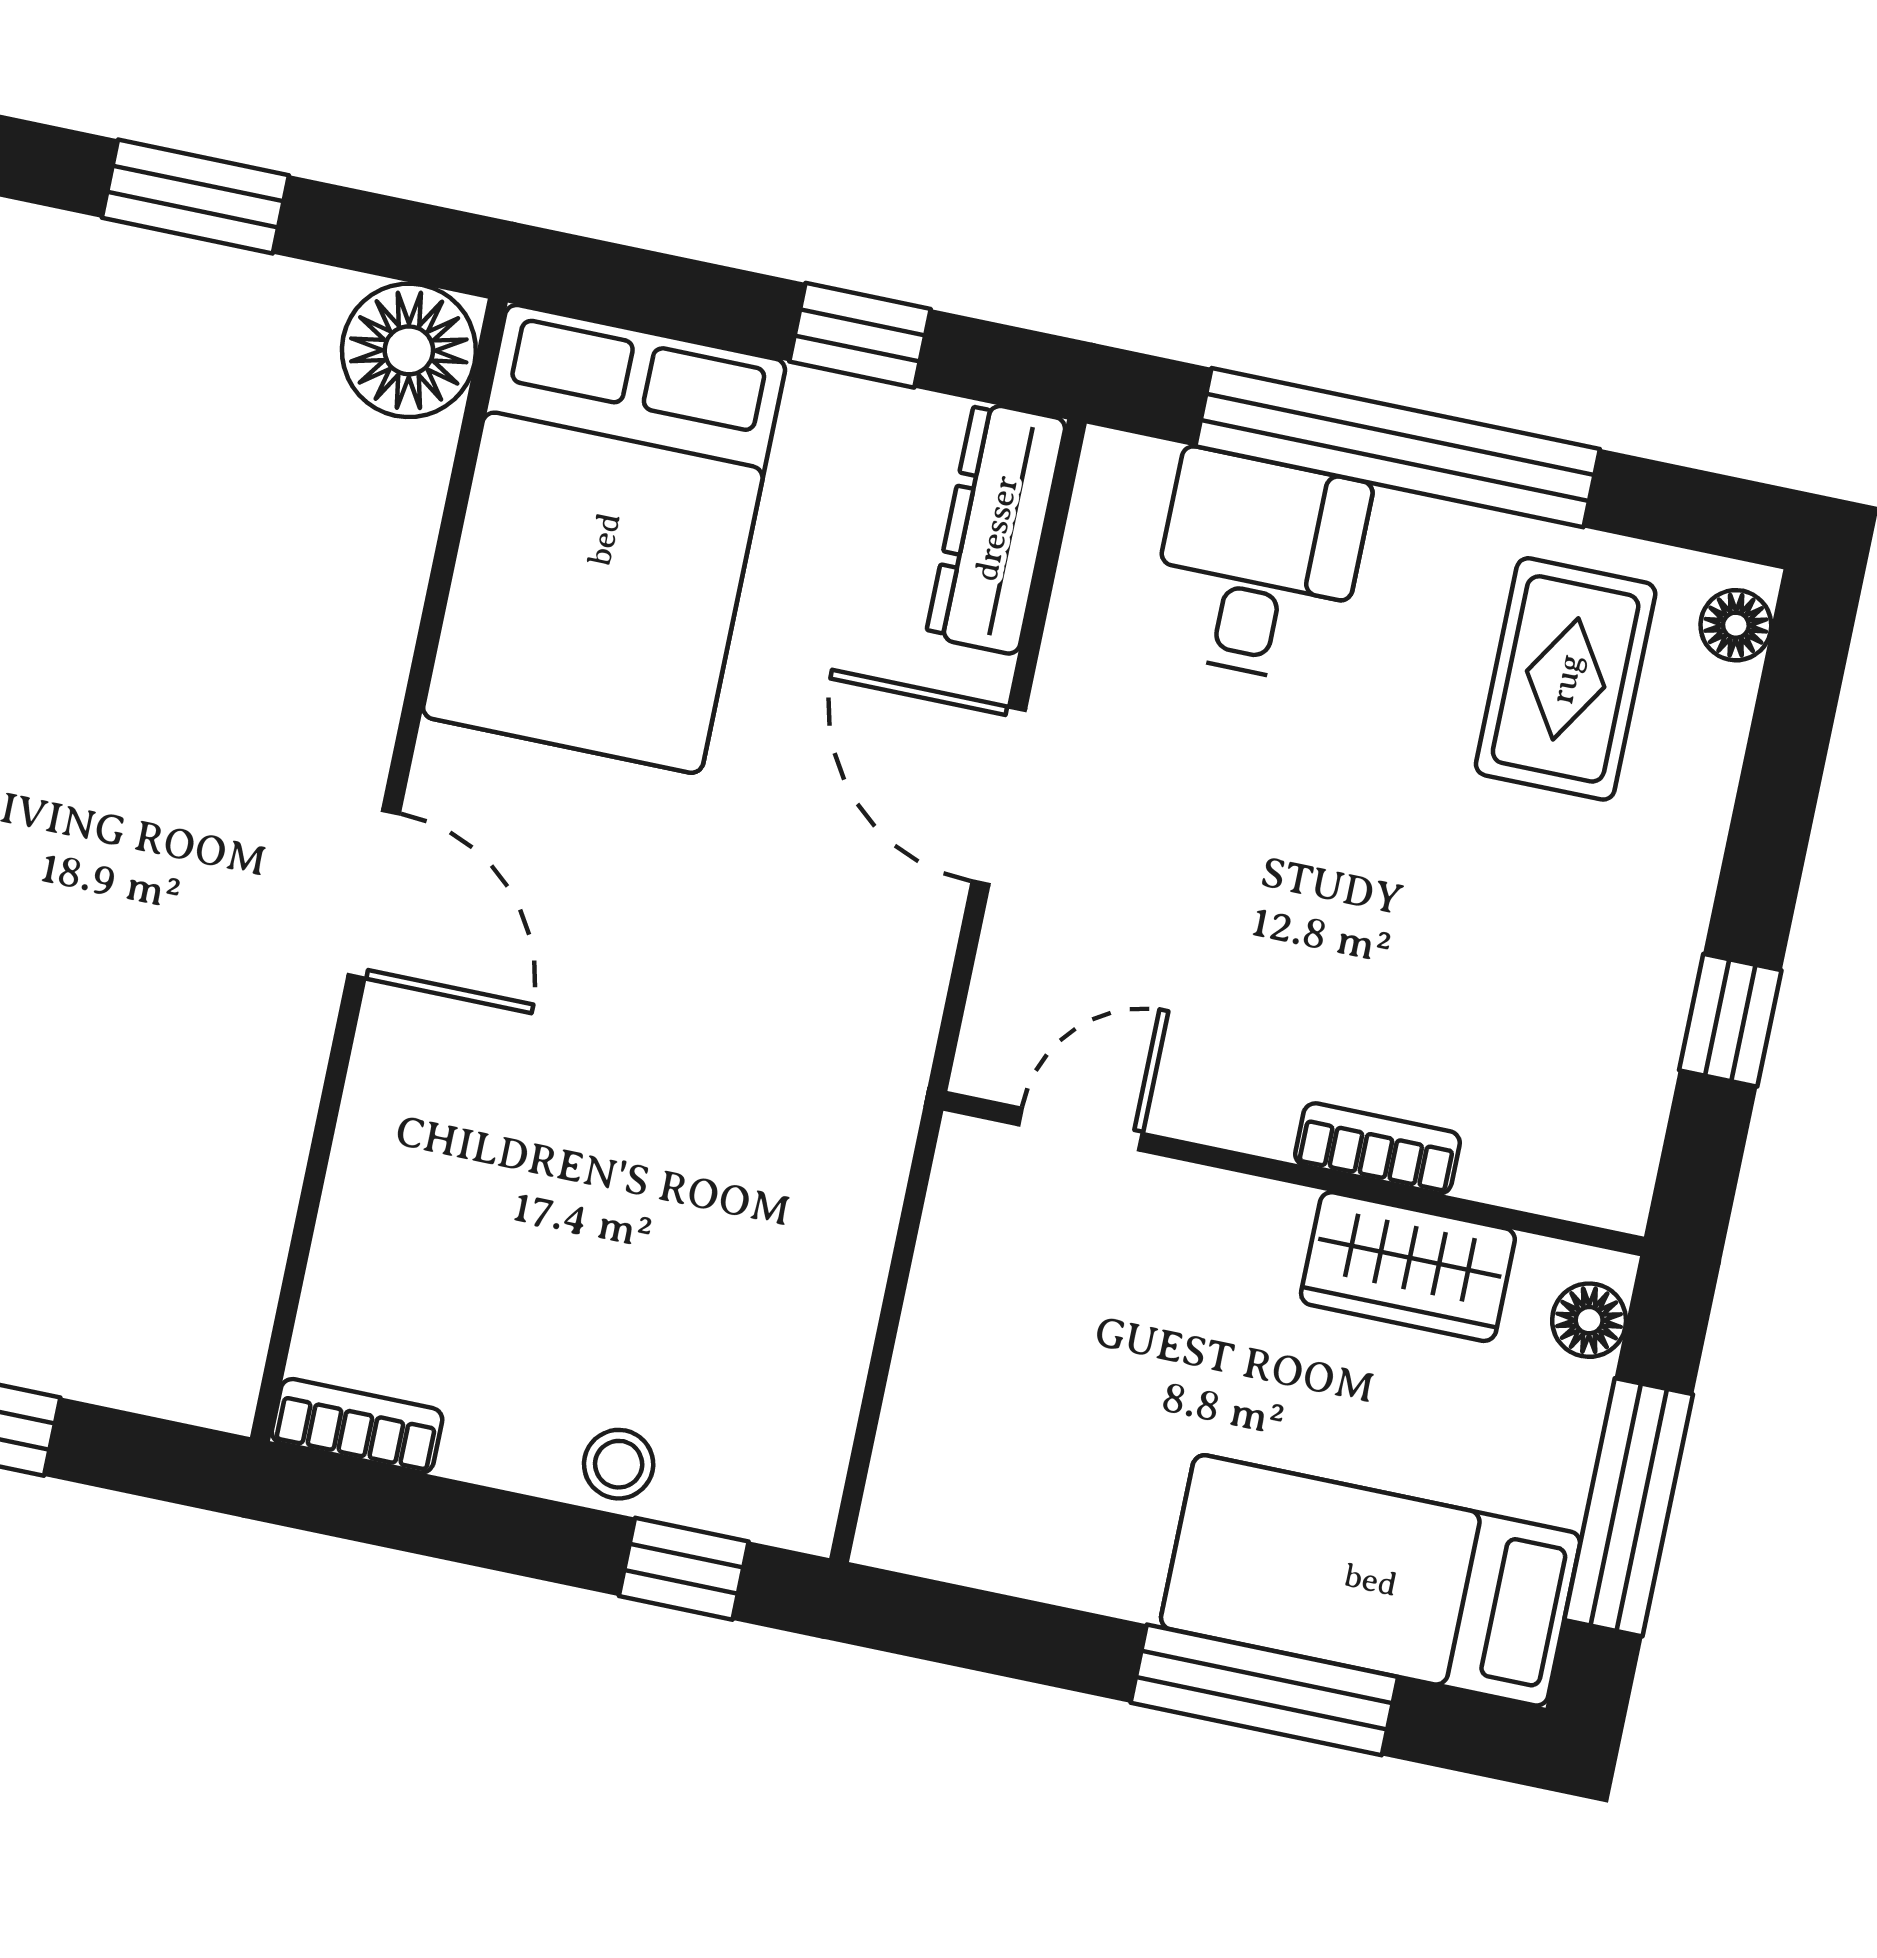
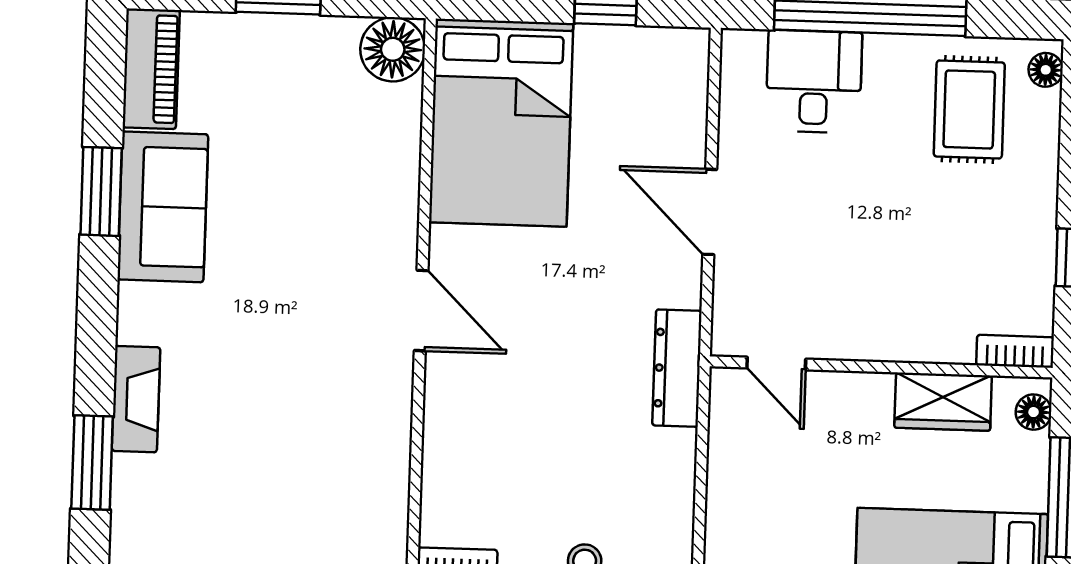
dresser: (996, 528) -> (677, 368), moved
door: (1081, 1129) -> (776, 363), swing flipped
bookcase: (1377, 1148) -> (1015, 351), moved

